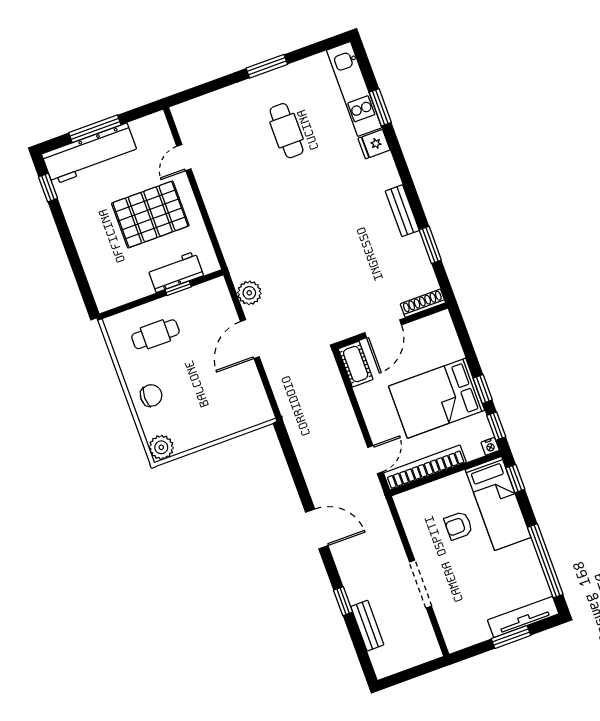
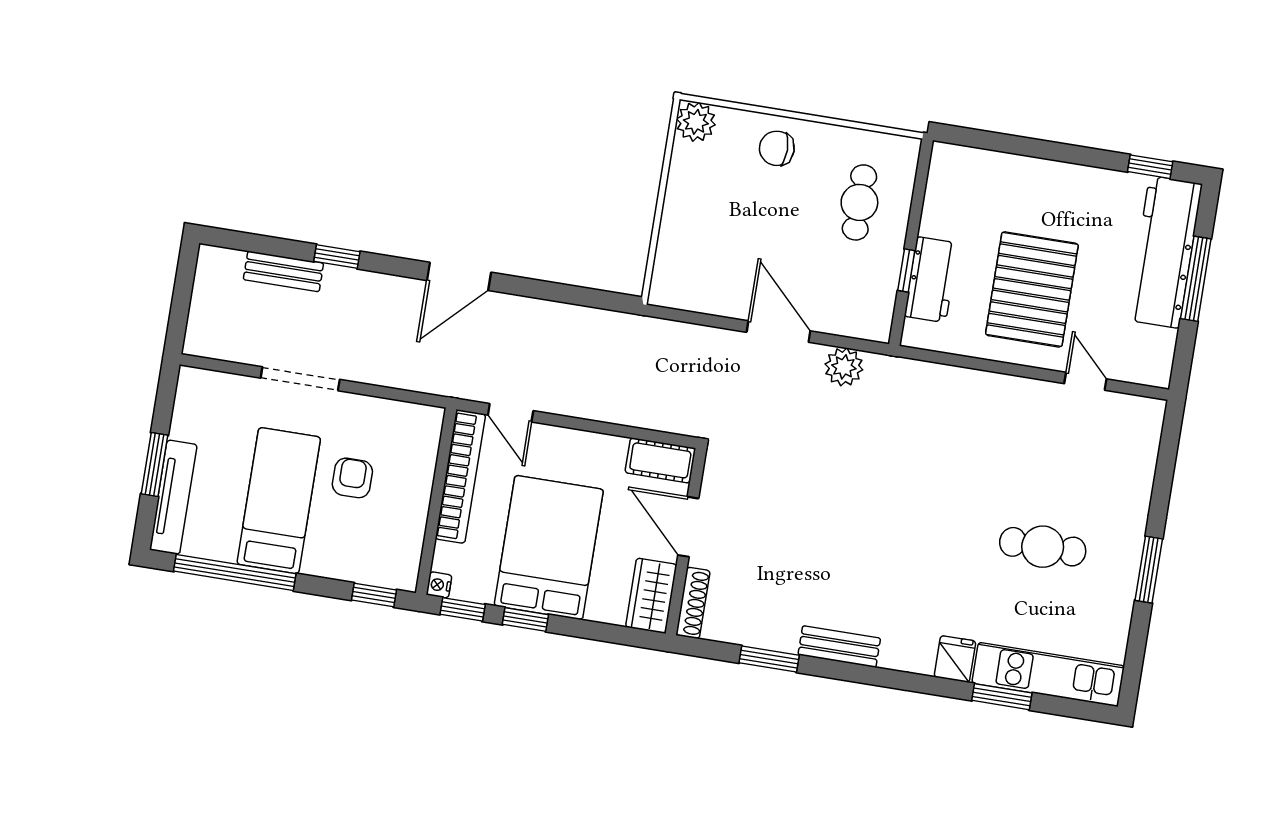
wardrobe: (432, 328) -> (651, 596), added
chair: (151, 395) -> (777, 148), turned 90
bed: (498, 503) -> (279, 501), moved, turned 90

